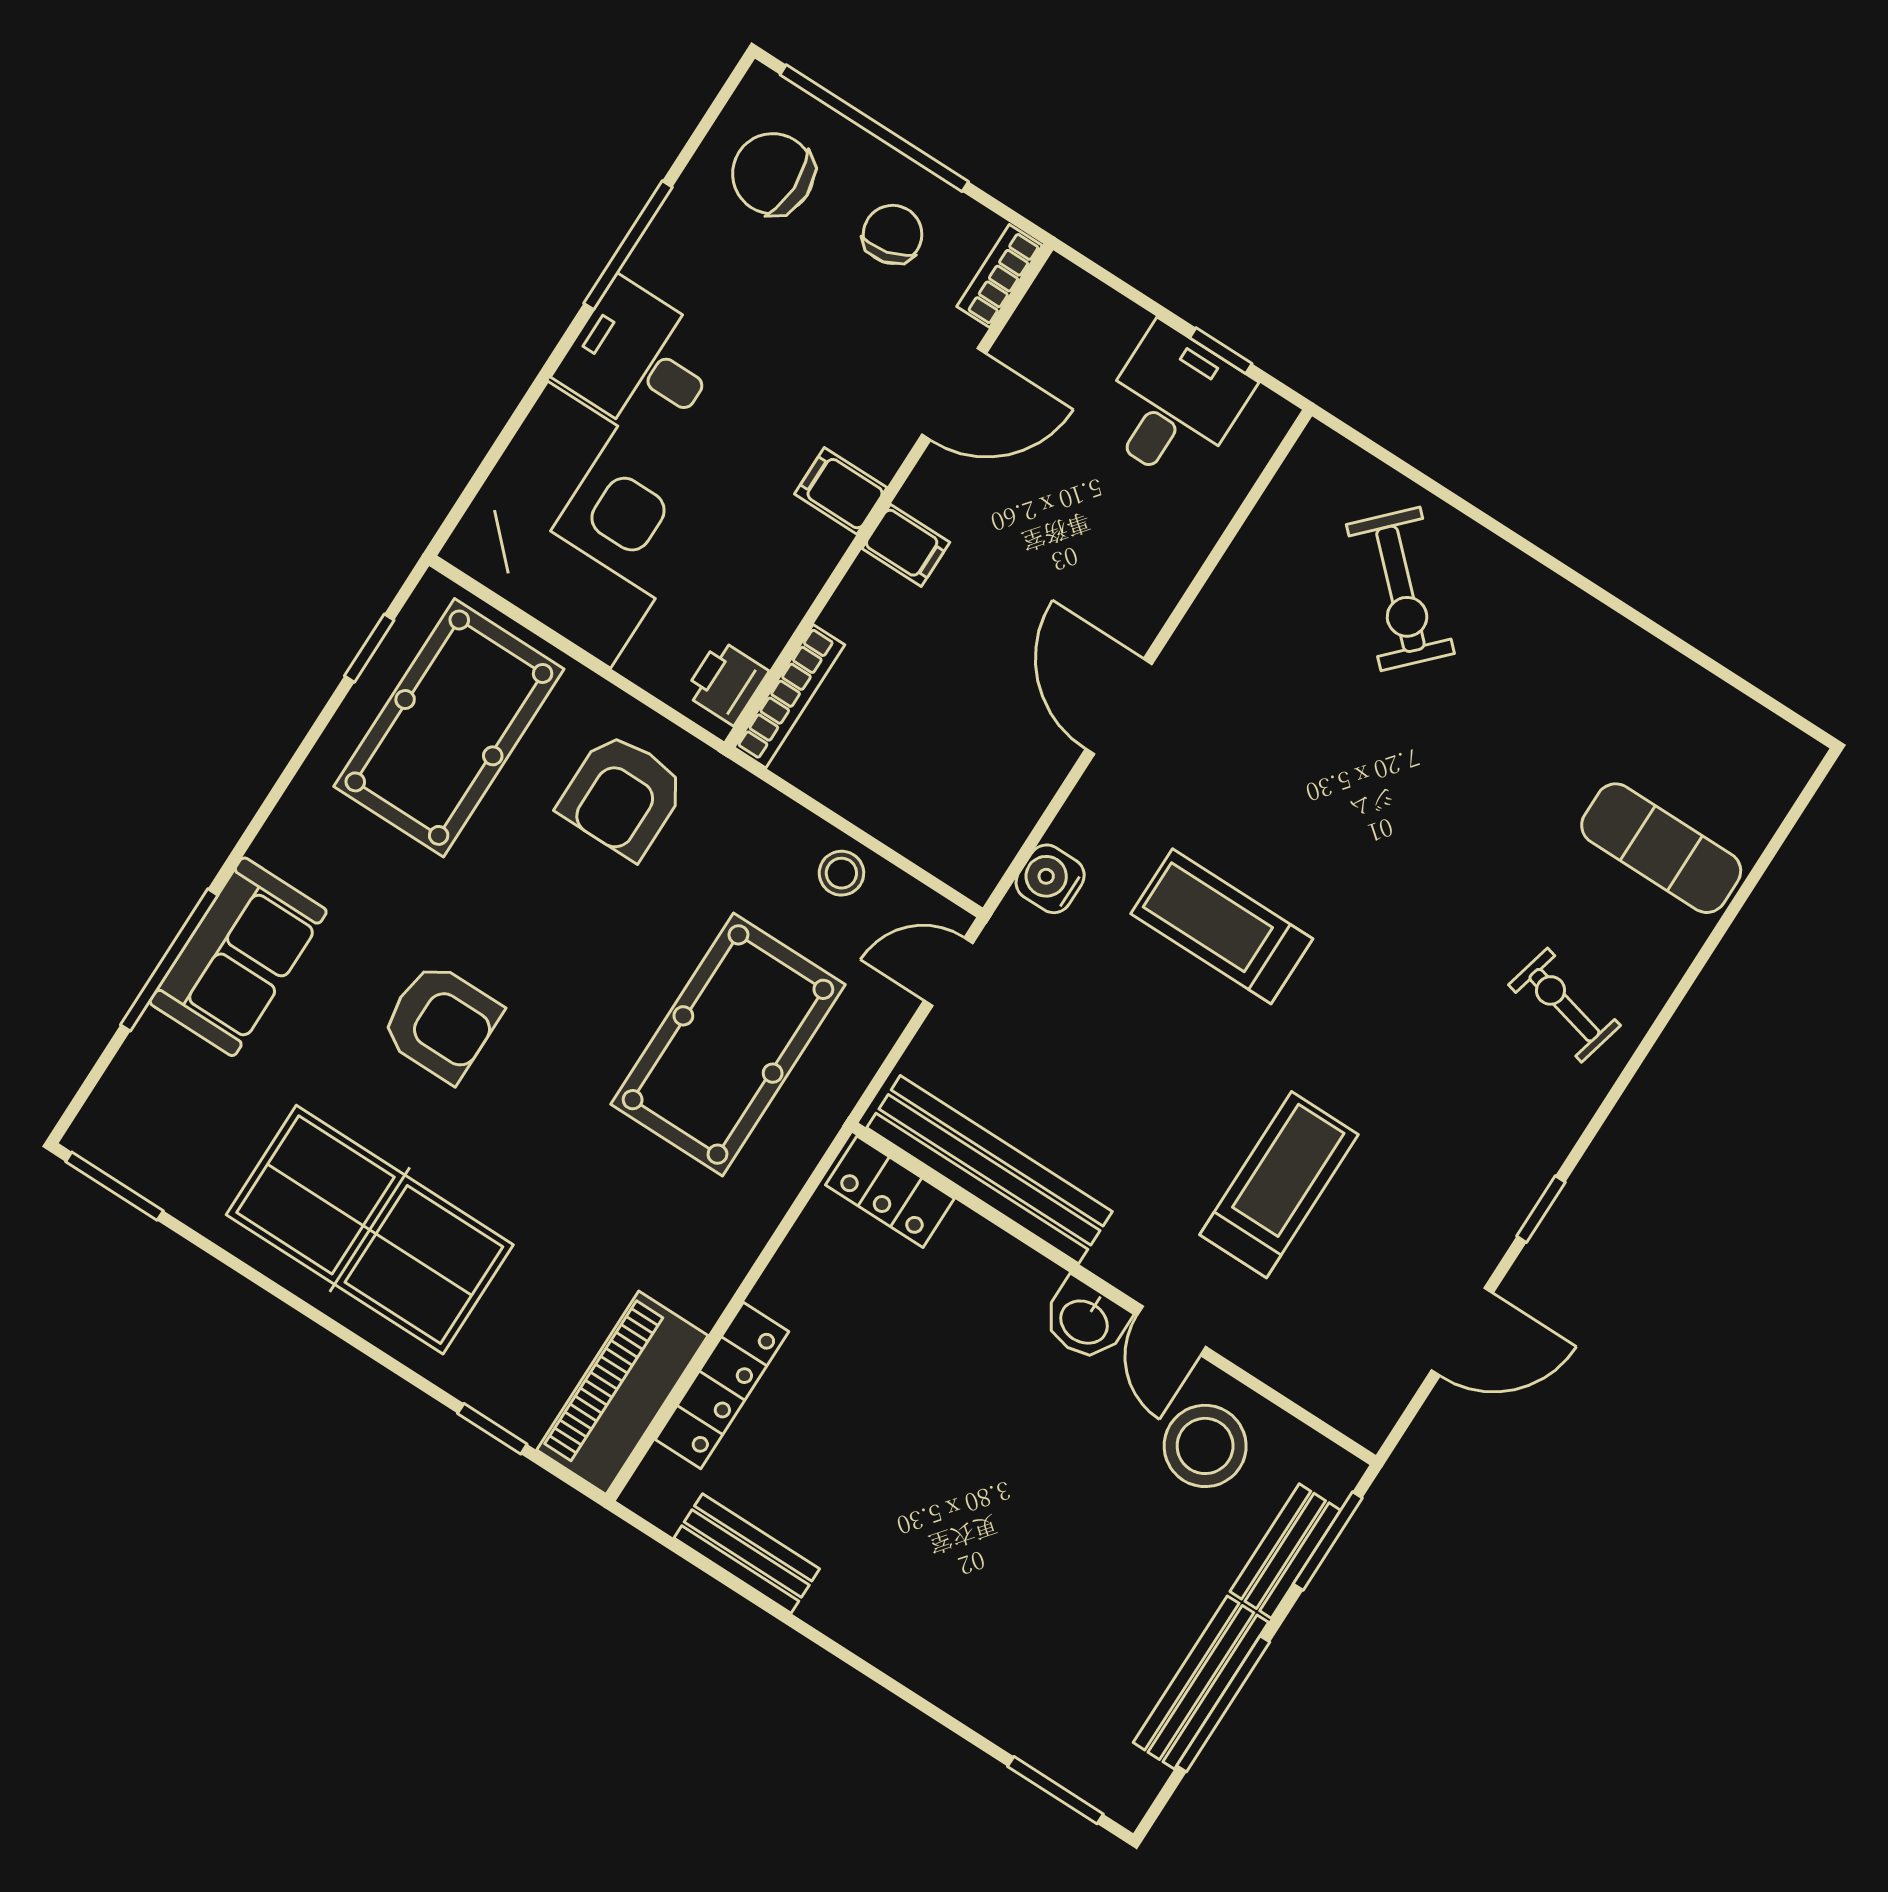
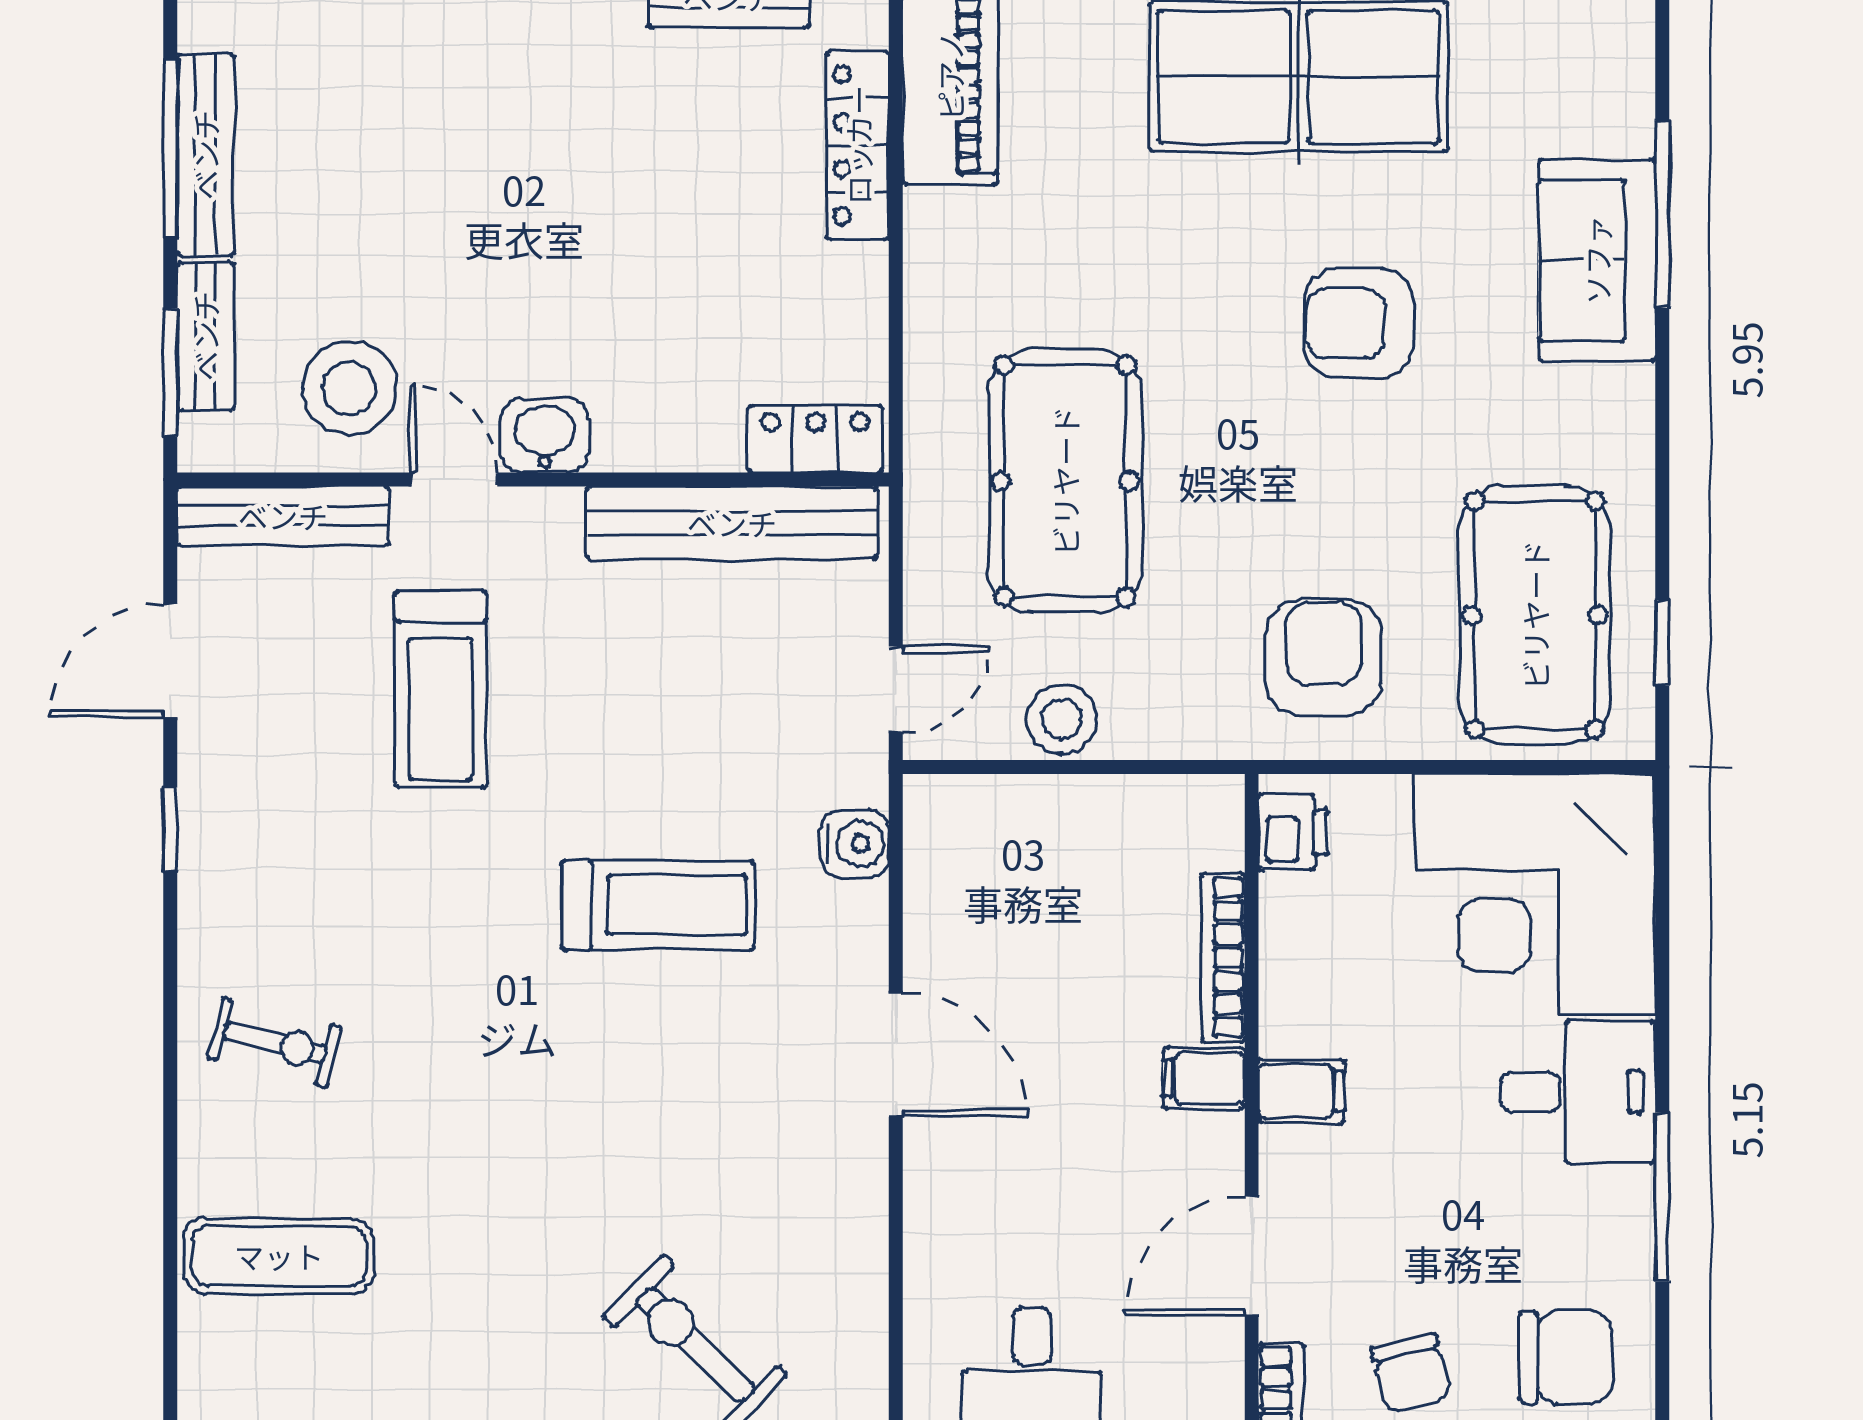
bookcase: (789, 696) -> (1223, 957), moved
stool: (841, 873) -> (1062, 719), width x1.37, depth x1.37
bench: (1313, 1384) -> (283, 516), added

